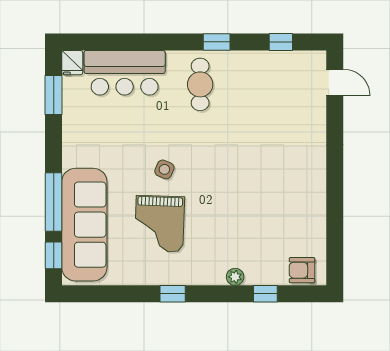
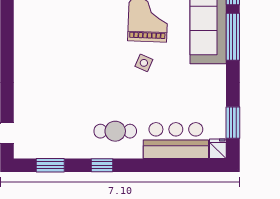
window: (281, 42) -> (50, 165), width x1.50
cafe table: (200, 84) -> (115, 131), turned 90

